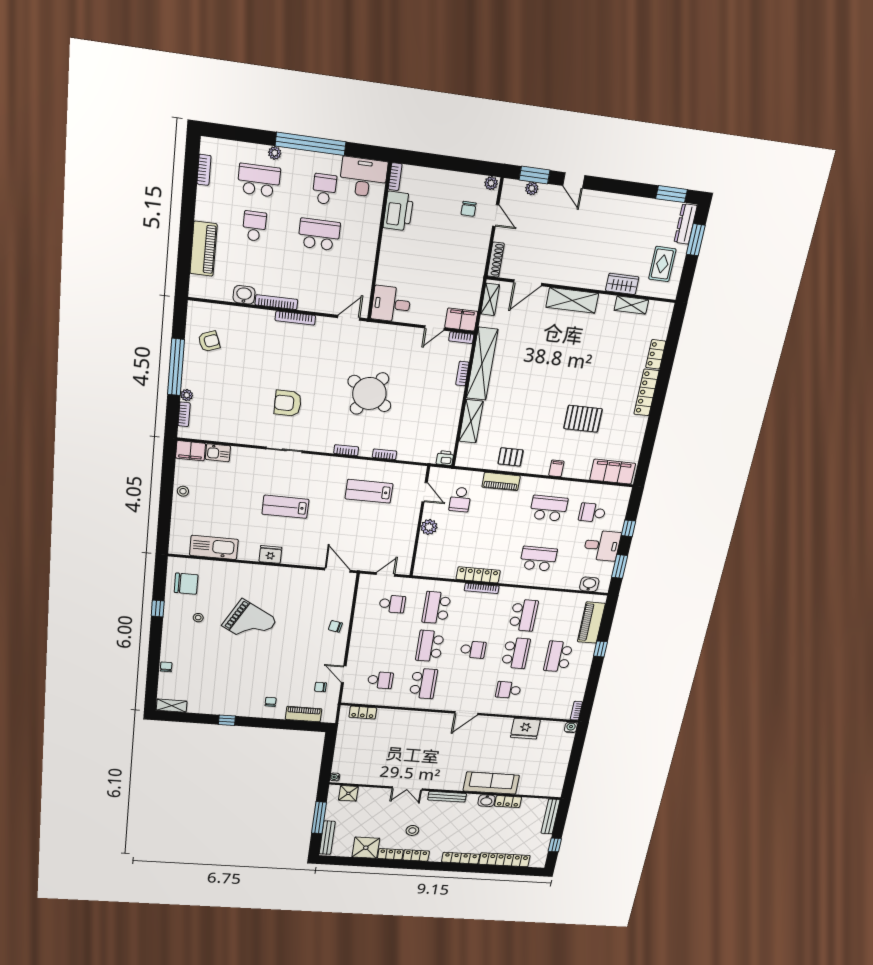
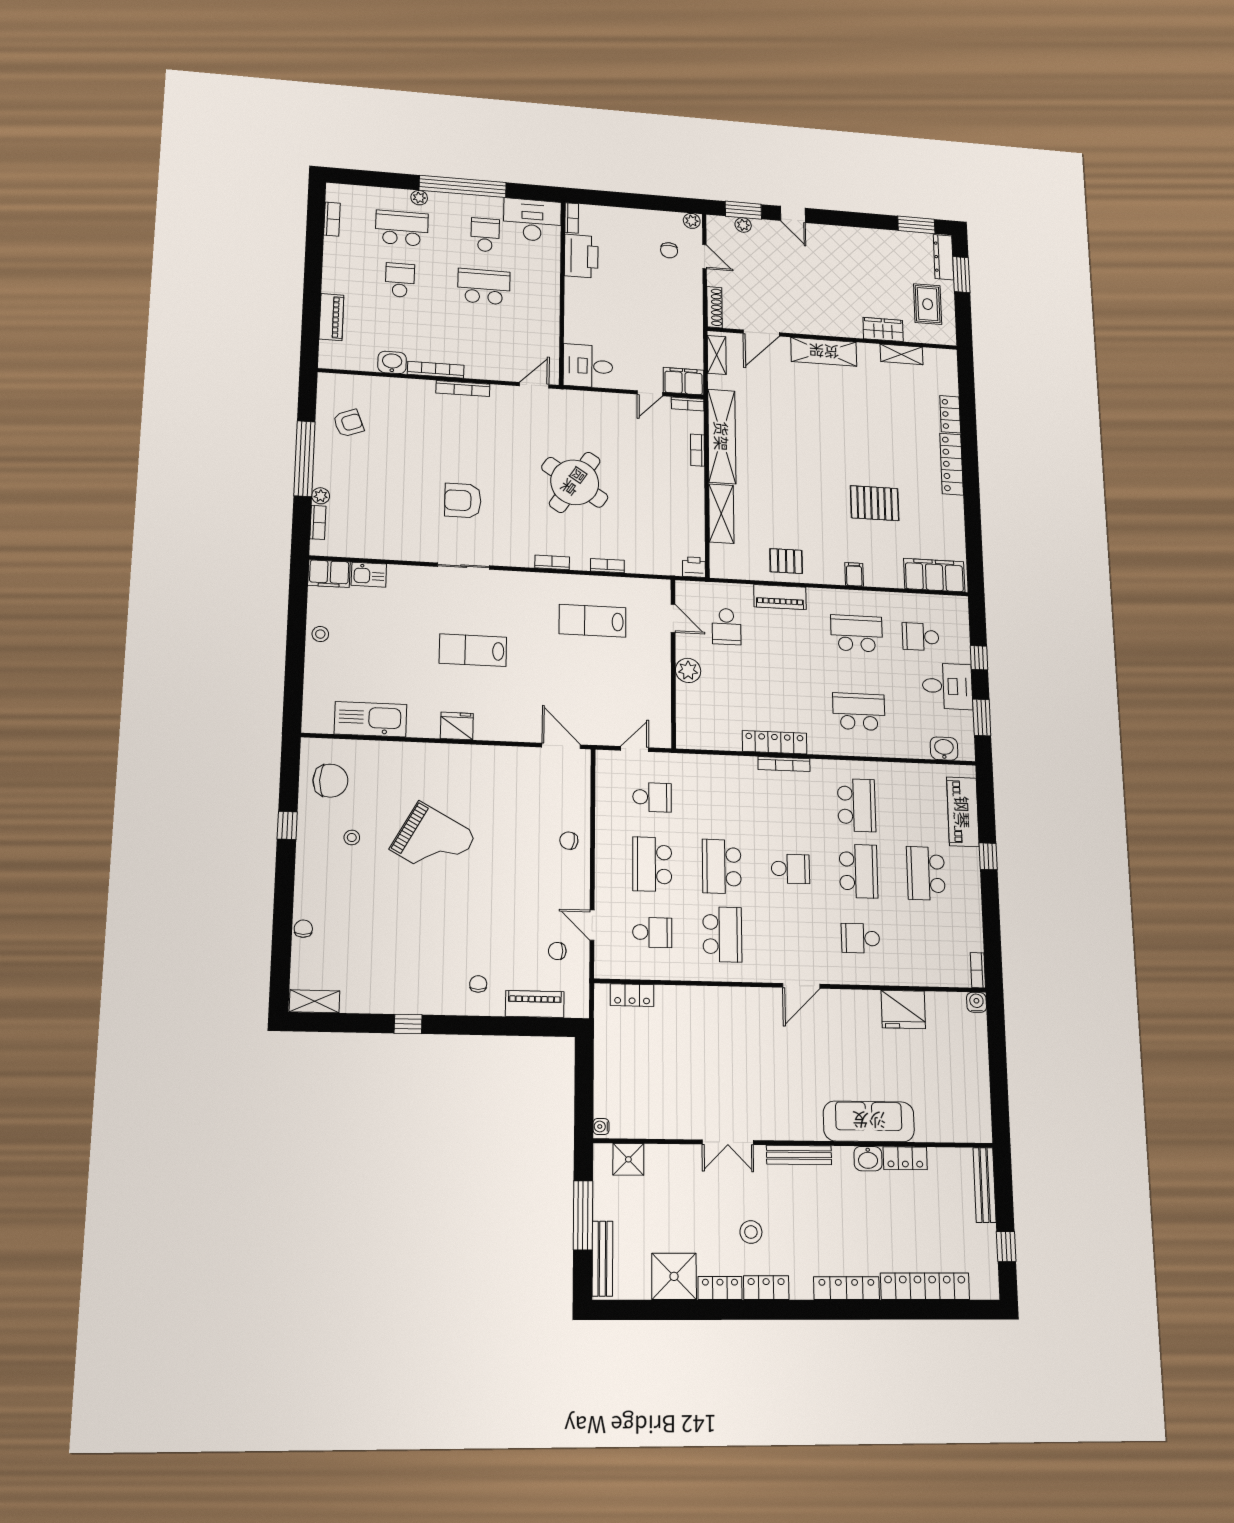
piano: (203, 249) -> (331, 317), width x0.73, depth x0.75
school desk: (436, 608) -> (652, 864), moved

